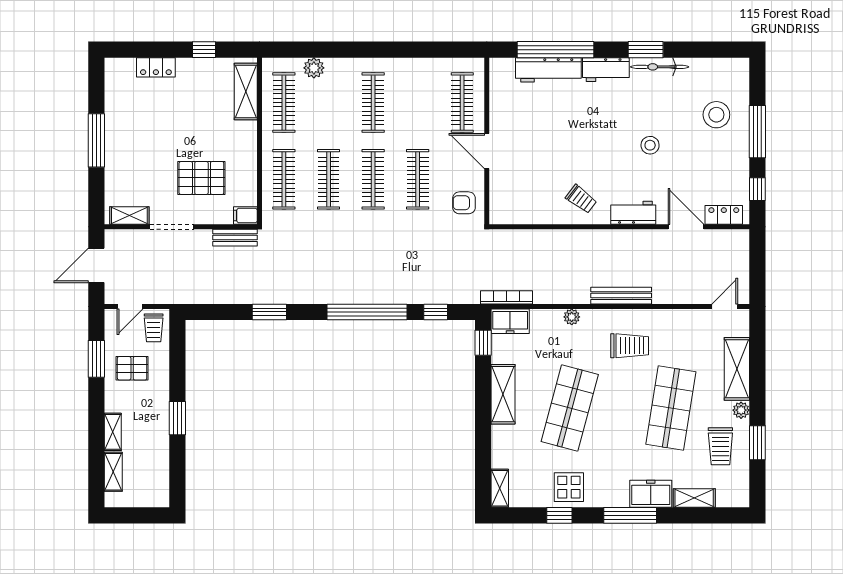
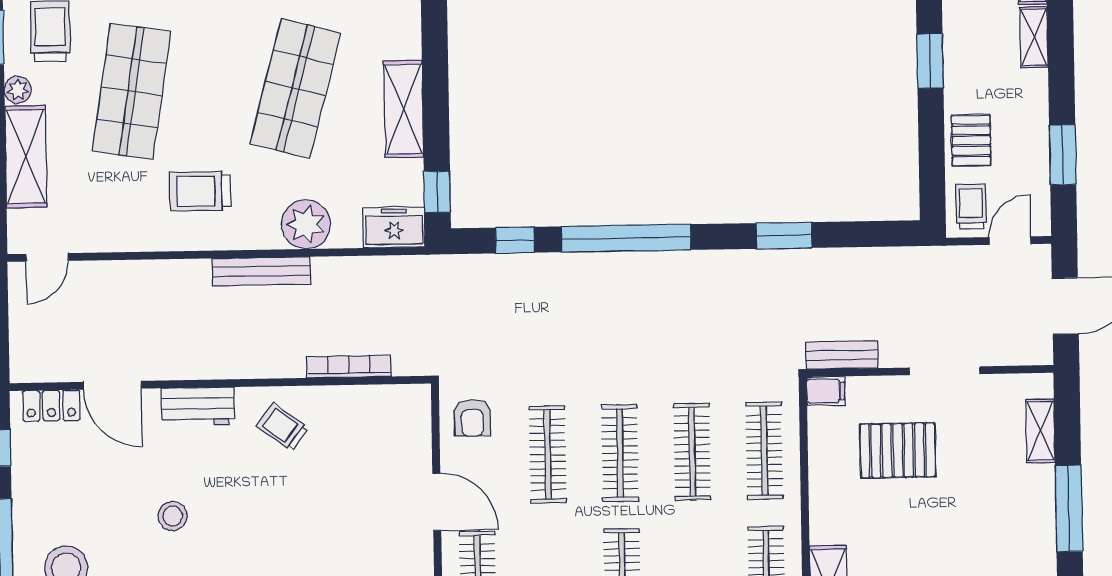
armchair: (464, 203) -> (472, 418), turned 90
shelving: (129, 216) -> (1040, 431), moved, turned 90
bench: (621, 296) -> (261, 271), moved
bookcase: (507, 297) -> (349, 367), moved, turned 180
plant: (572, 317) -> (306, 224), width x1.87, depth x1.87
pallet: (132, 368) -> (971, 140), moved, turned 90

